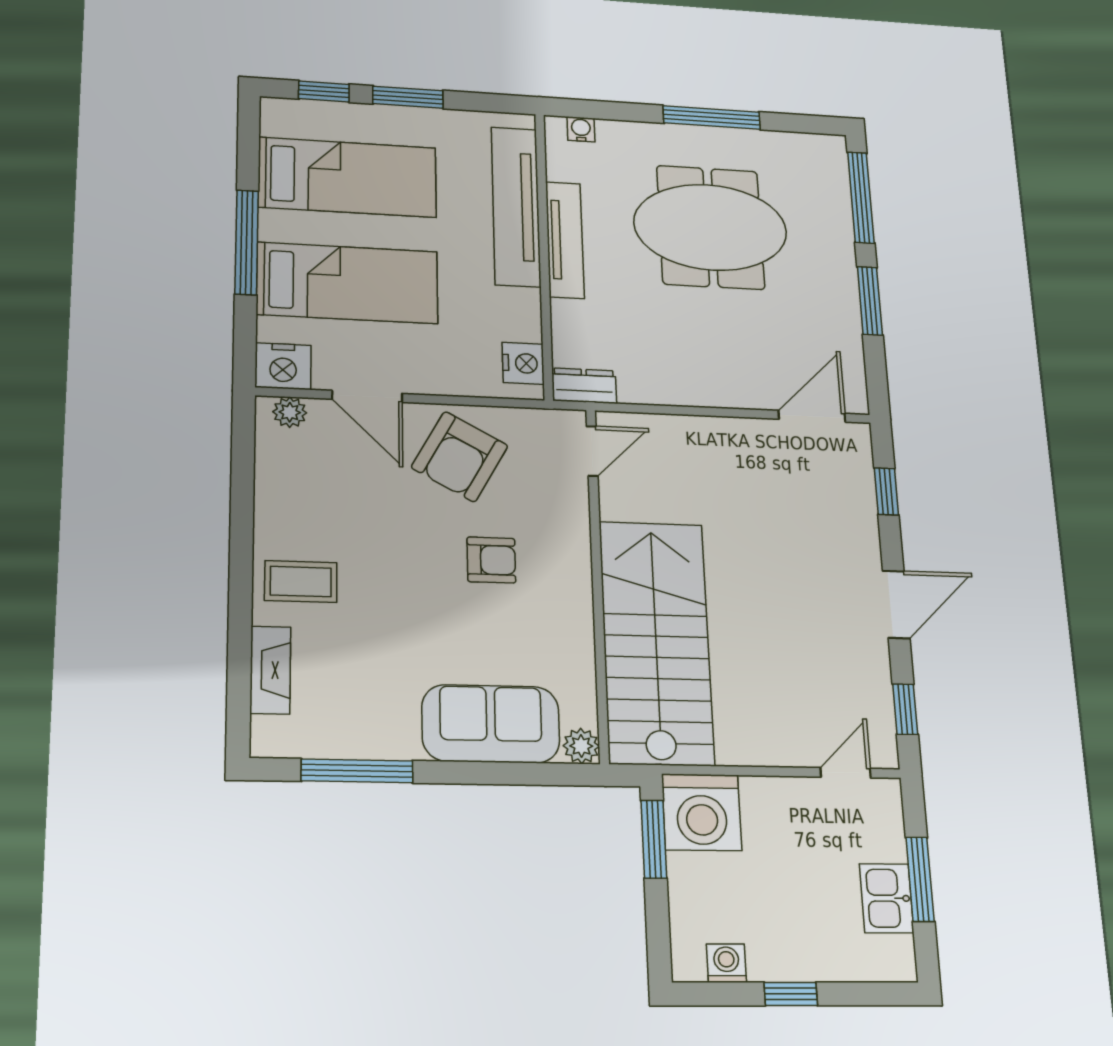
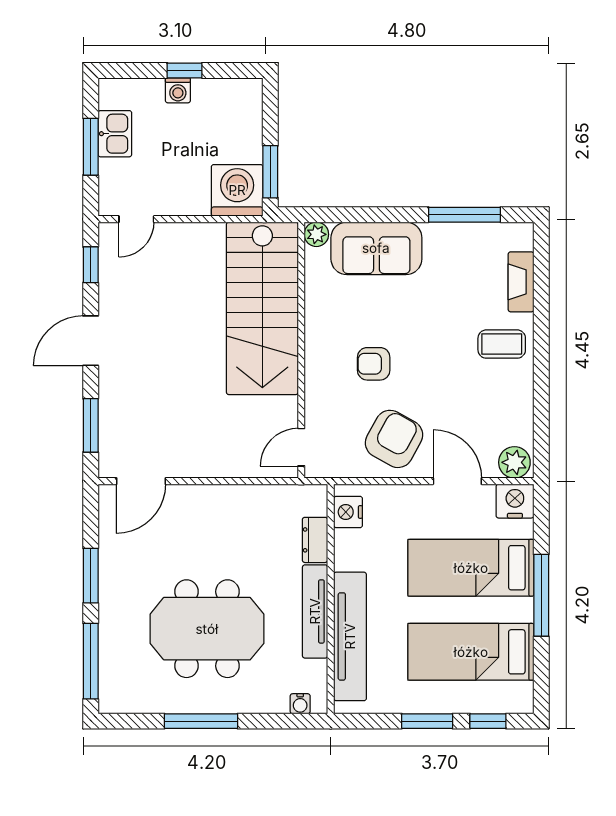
dresser: (584, 386) -> (315, 540), moved, turned 90
plant: (290, 412) -> (514, 462), width x1.38, depth x1.38
window: (886, 491) -> (91, 425), width x1.50
washing machine: (726, 963) -> (178, 90), moved

